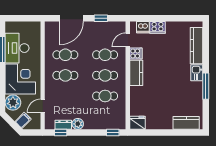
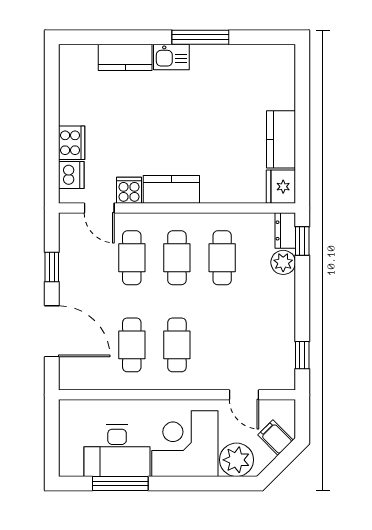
kitchen counter: (196, 46) -> (125, 57), width x0.67
kitchen counter: (186, 123) -> (281, 139), moved
plant: (78, 124) -> (283, 262), moved
dresser: (63, 125) -> (285, 230), moved

